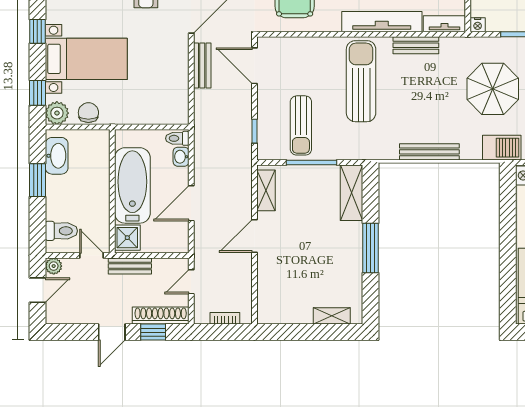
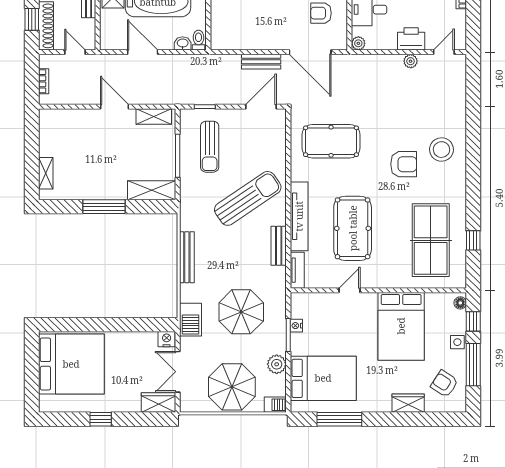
nightstand: (478, 25) -> (296, 326), moved
sun lounger: (361, 81) -> (248, 198), turned -34
sun lounger: (301, 125) -> (210, 147), turned -90

